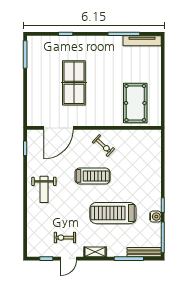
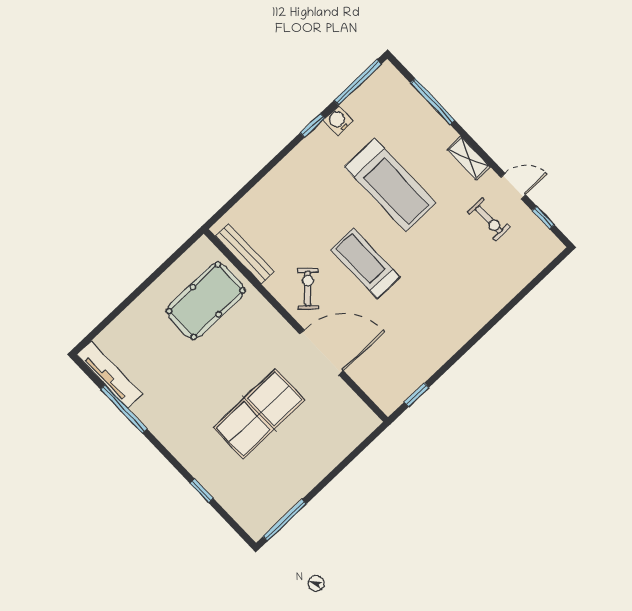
door: (58, 128) -> (321, 352), moved
weight bench: (44, 189) -> (449, 314), removed
bench: (144, 252) -> (245, 254), moved

